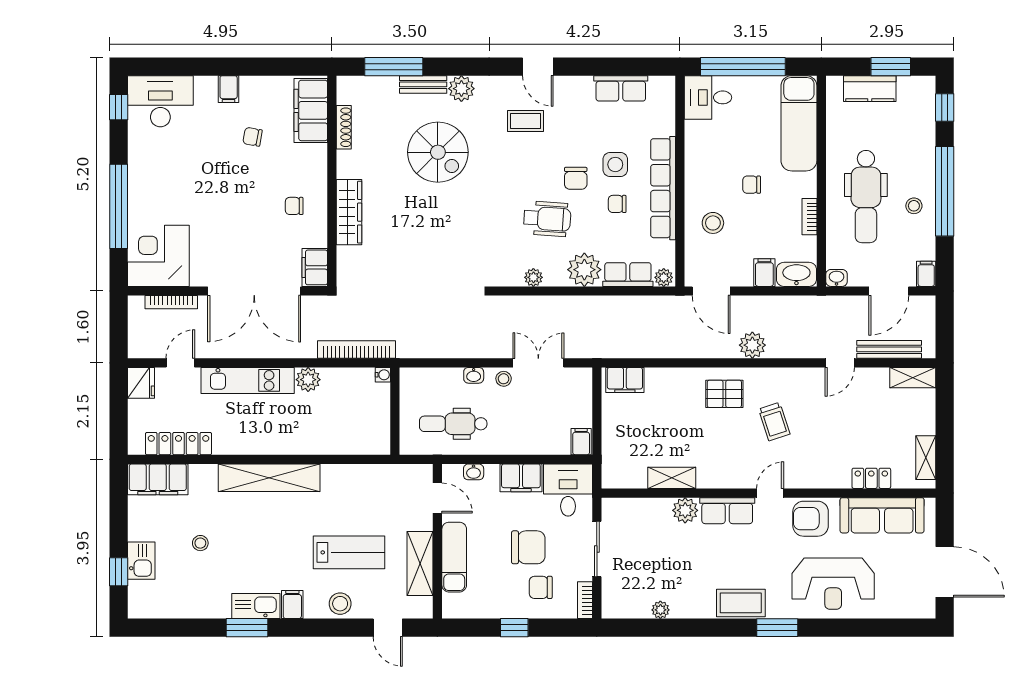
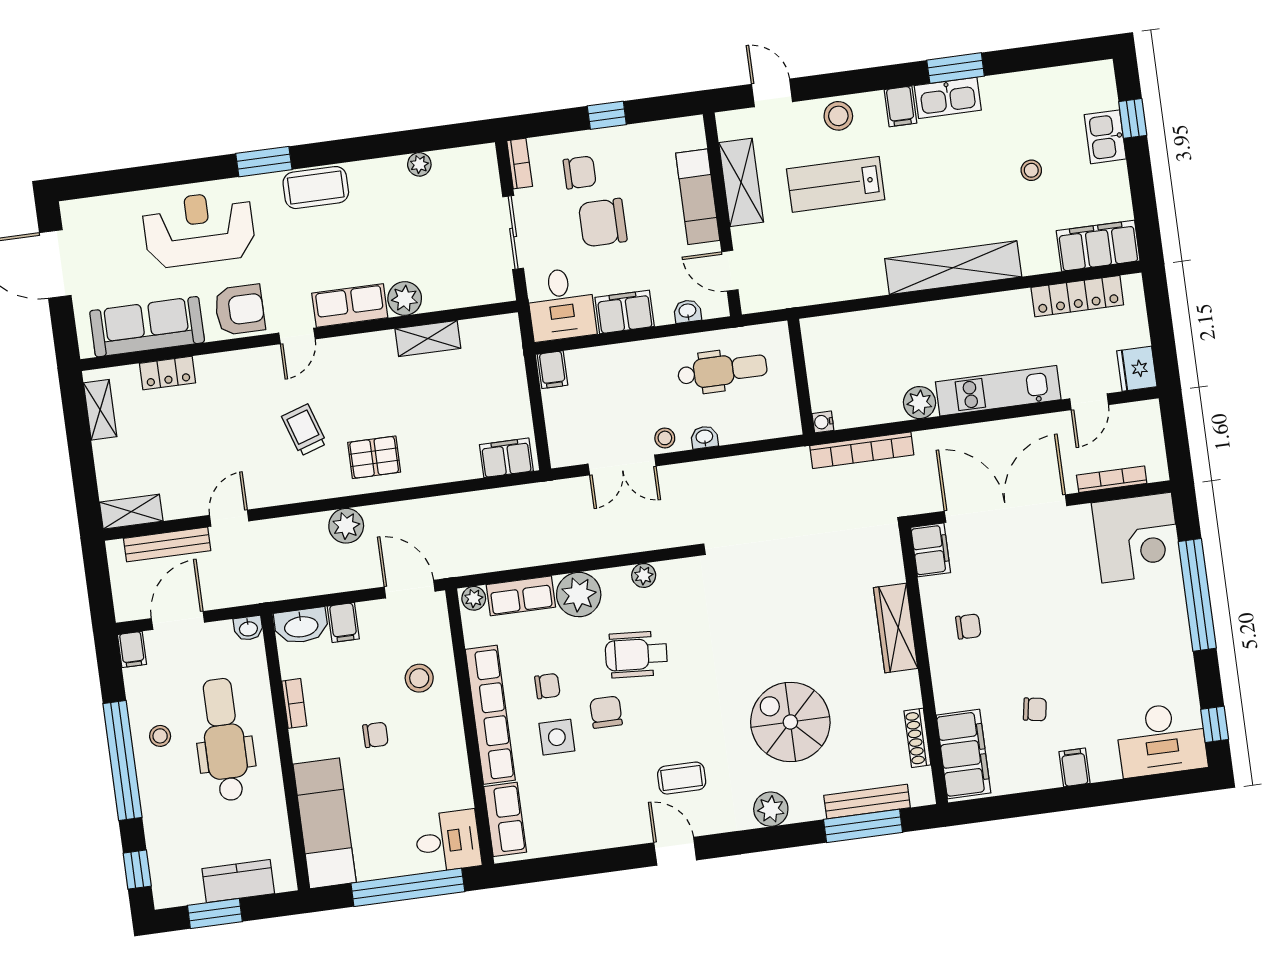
bench: (423, 84) -> (867, 801), moved, width x1.36
row of seats: (621, 88) -> (505, 819), moved, turned 90

